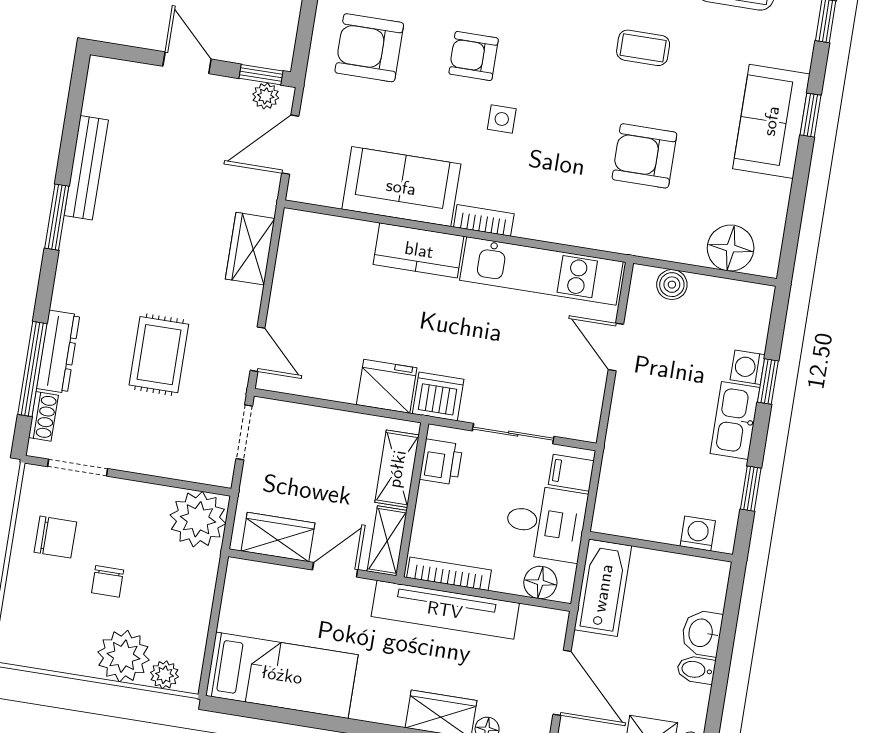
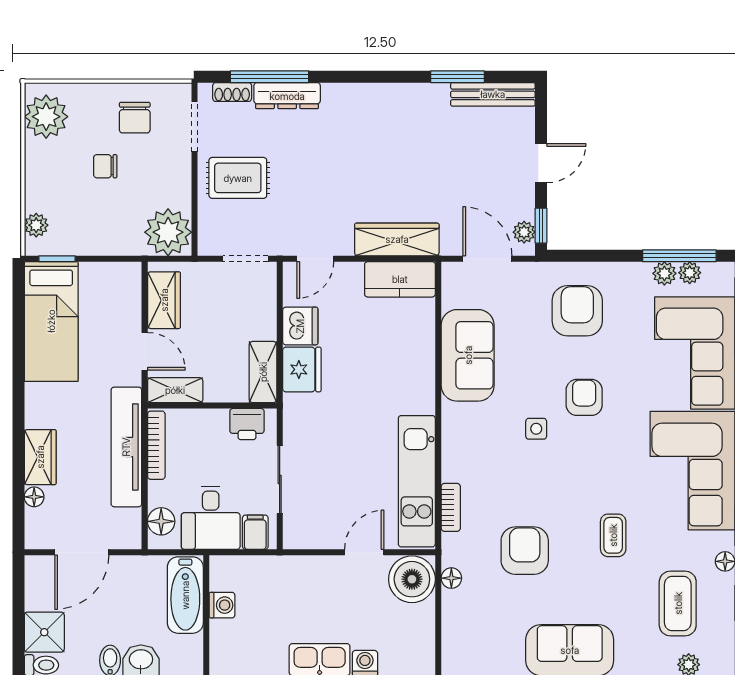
bench: (86, 168) -> (493, 94), moved
window: (57, 217) -> (458, 77), moved
bookcase: (484, 220) -> (451, 507), moved
floor lamp: (731, 248) -> (451, 578), moved, width x0.53, depth x0.53
wardrobe: (250, 249) -> (397, 239), width x1.50
kitchen counter: (419, 250) -> (400, 279), moved, turned -90
boiler: (672, 285) -> (412, 579), width x1.86, depth x1.86
rug: (159, 355) -> (238, 178), moved
dishwasher: (438, 397) -> (300, 326), moved
shelving: (397, 469) -> (263, 372), moved, turned 90
washing machine: (698, 533) -> (222, 605), moved
bathtub: (603, 588) -> (185, 595), moved, turned 90
plant: (123, 656) -> (46, 117), moved
window: (208, 656) -> (57, 259), added

